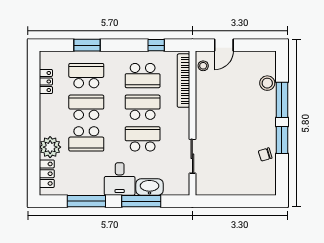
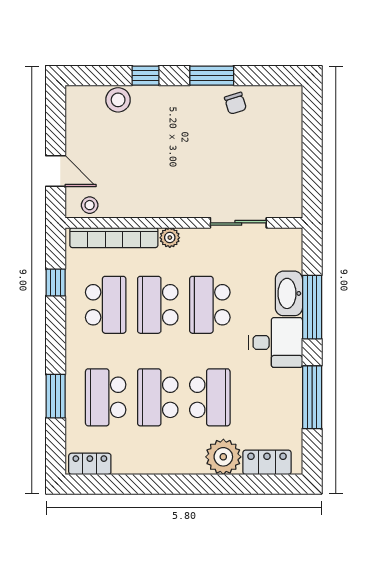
locker: (46, 81) -> (90, 464), moved
window: (282, 100) -> (146, 76), width x0.46
plant: (183, 115) -> (170, 238), added

